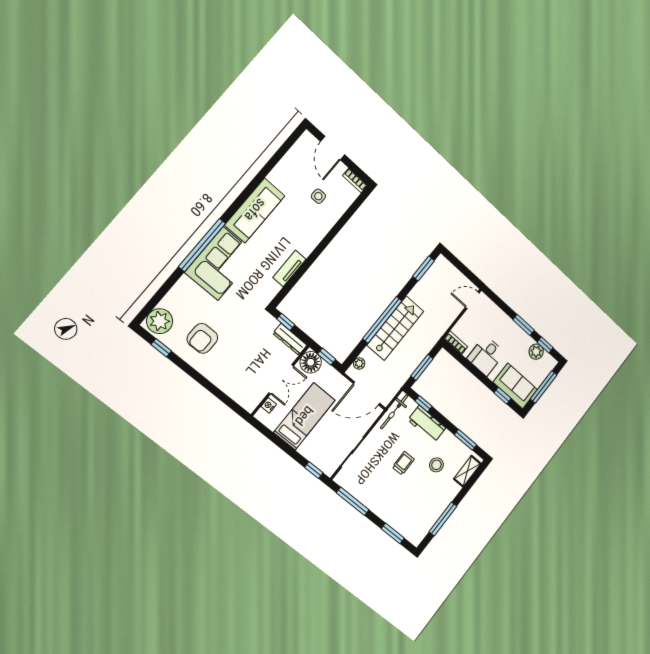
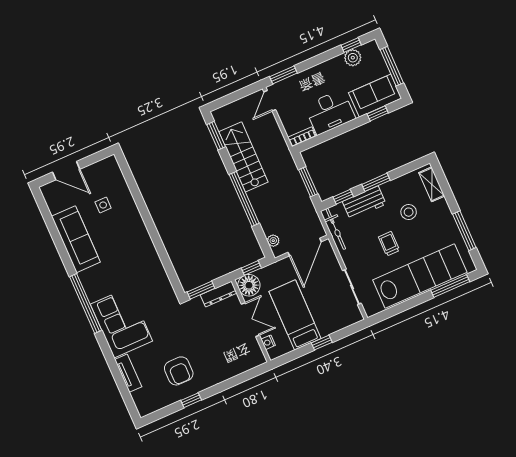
bookcase: (355, 180) -> (105, 164), removed
sofa: (255, 210) -> (76, 239), moved
window: (202, 245) -> (86, 303), moved
tv unit: (289, 268) -> (128, 373), moved, turned 180
plant: (160, 321) -> (146, 400), removed
window: (286, 322) -> (201, 290), width x1.50
window: (524, 325) -> (283, 75), moved
stairs: (395, 328) -> (243, 157), moved
window: (161, 348) -> (191, 400), moved
desk: (486, 356) -> (330, 112), width x1.37
window: (465, 440) -> (376, 182), moved
window: (314, 470) -> (322, 343), moved
window: (353, 501) -> (398, 309), removed
lab bench: (389, 504) -> (420, 276), added
window: (393, 533) -> (450, 286), width x1.44

